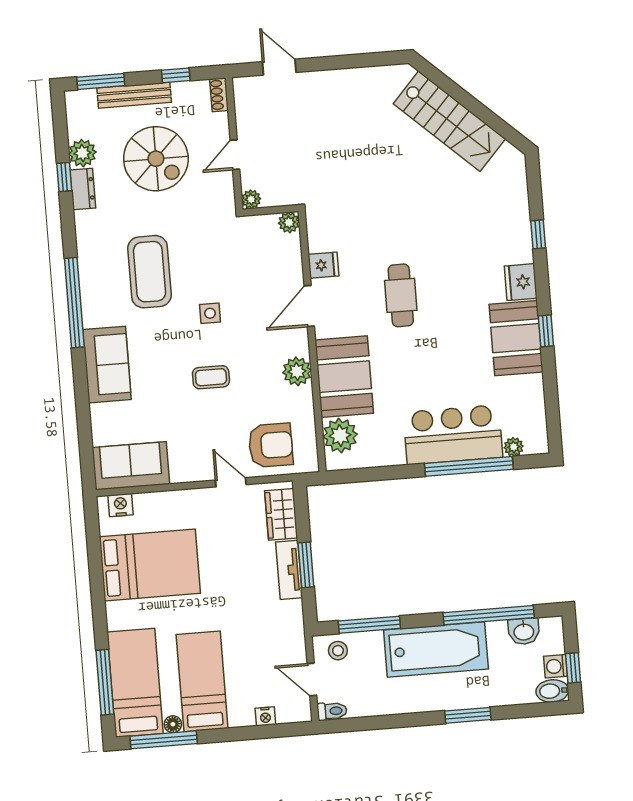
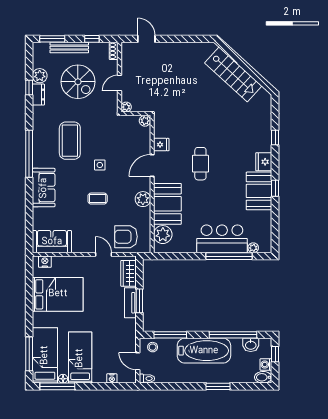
armchair: (271, 445) -> (126, 237), turned 180
window: (573, 668) -> (275, 354), moved

